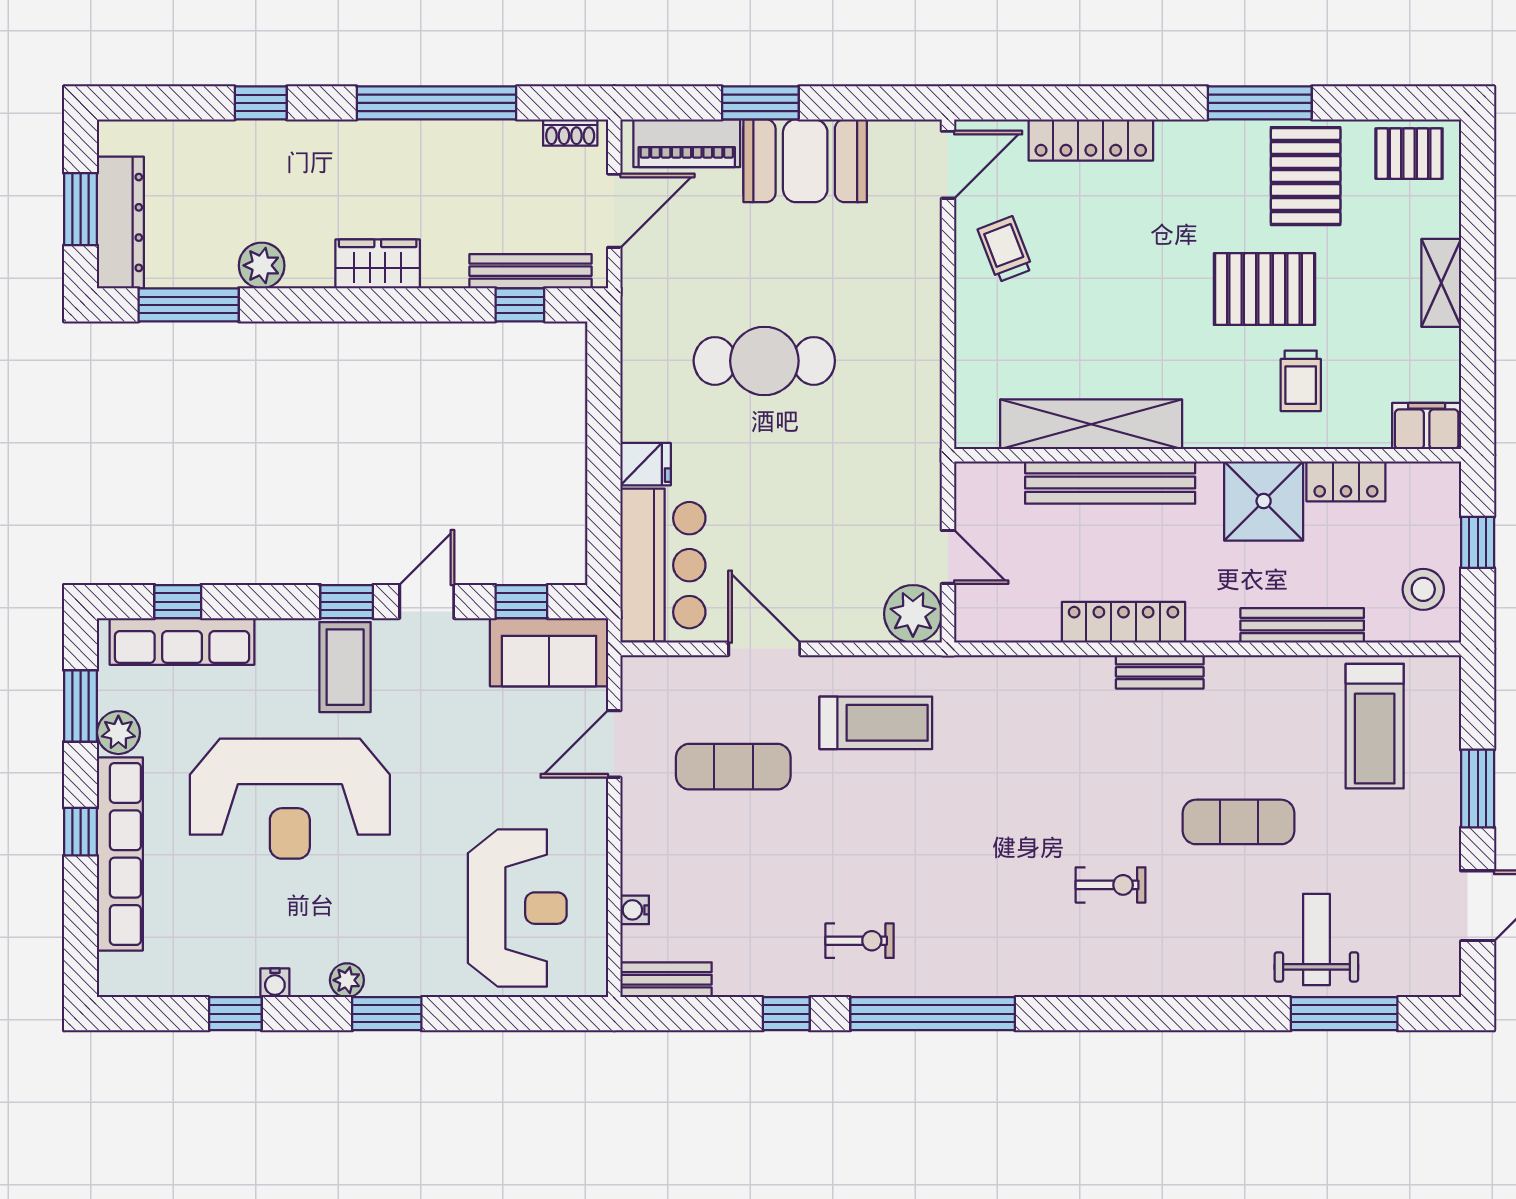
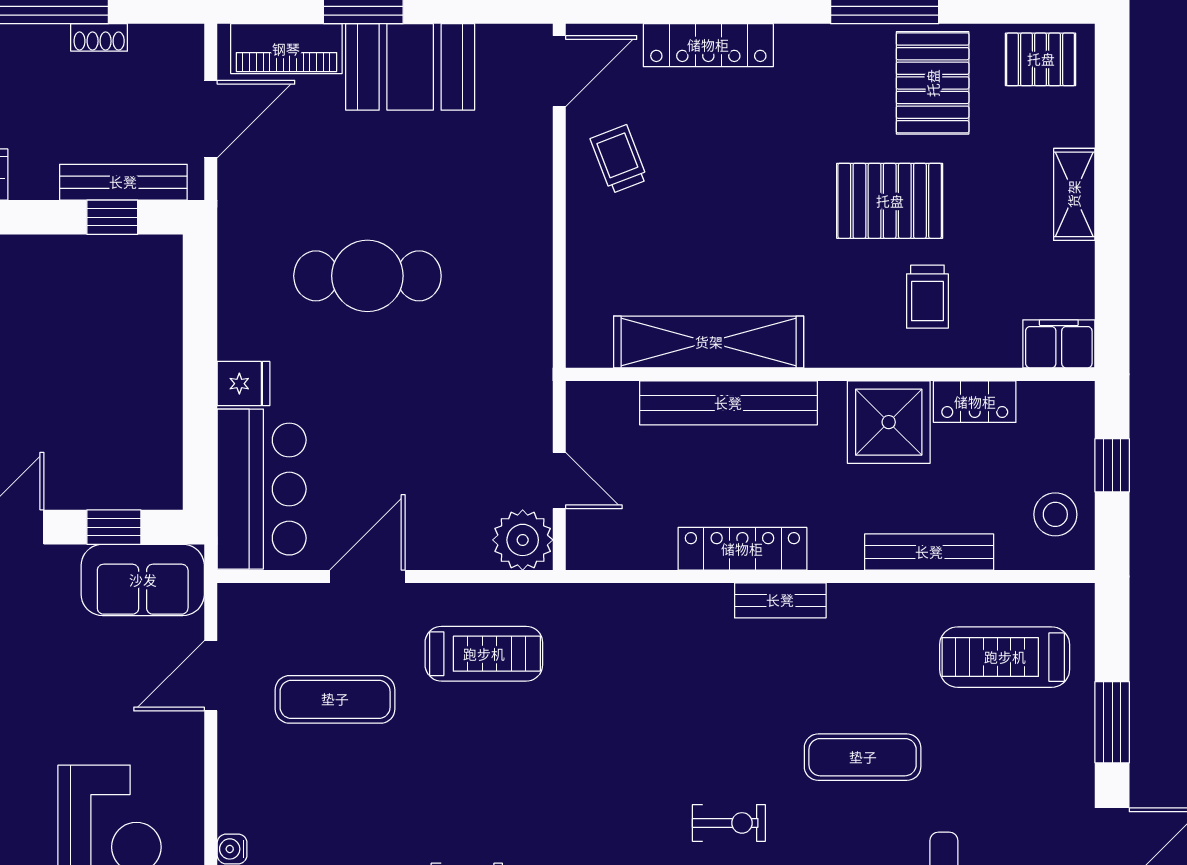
shoe rack: (570, 133) -> (99, 37), moved
door: (764, 649) -> (367, 577), hinge flipped
treadmill: (1375, 726) -> (1005, 657), turned 90

